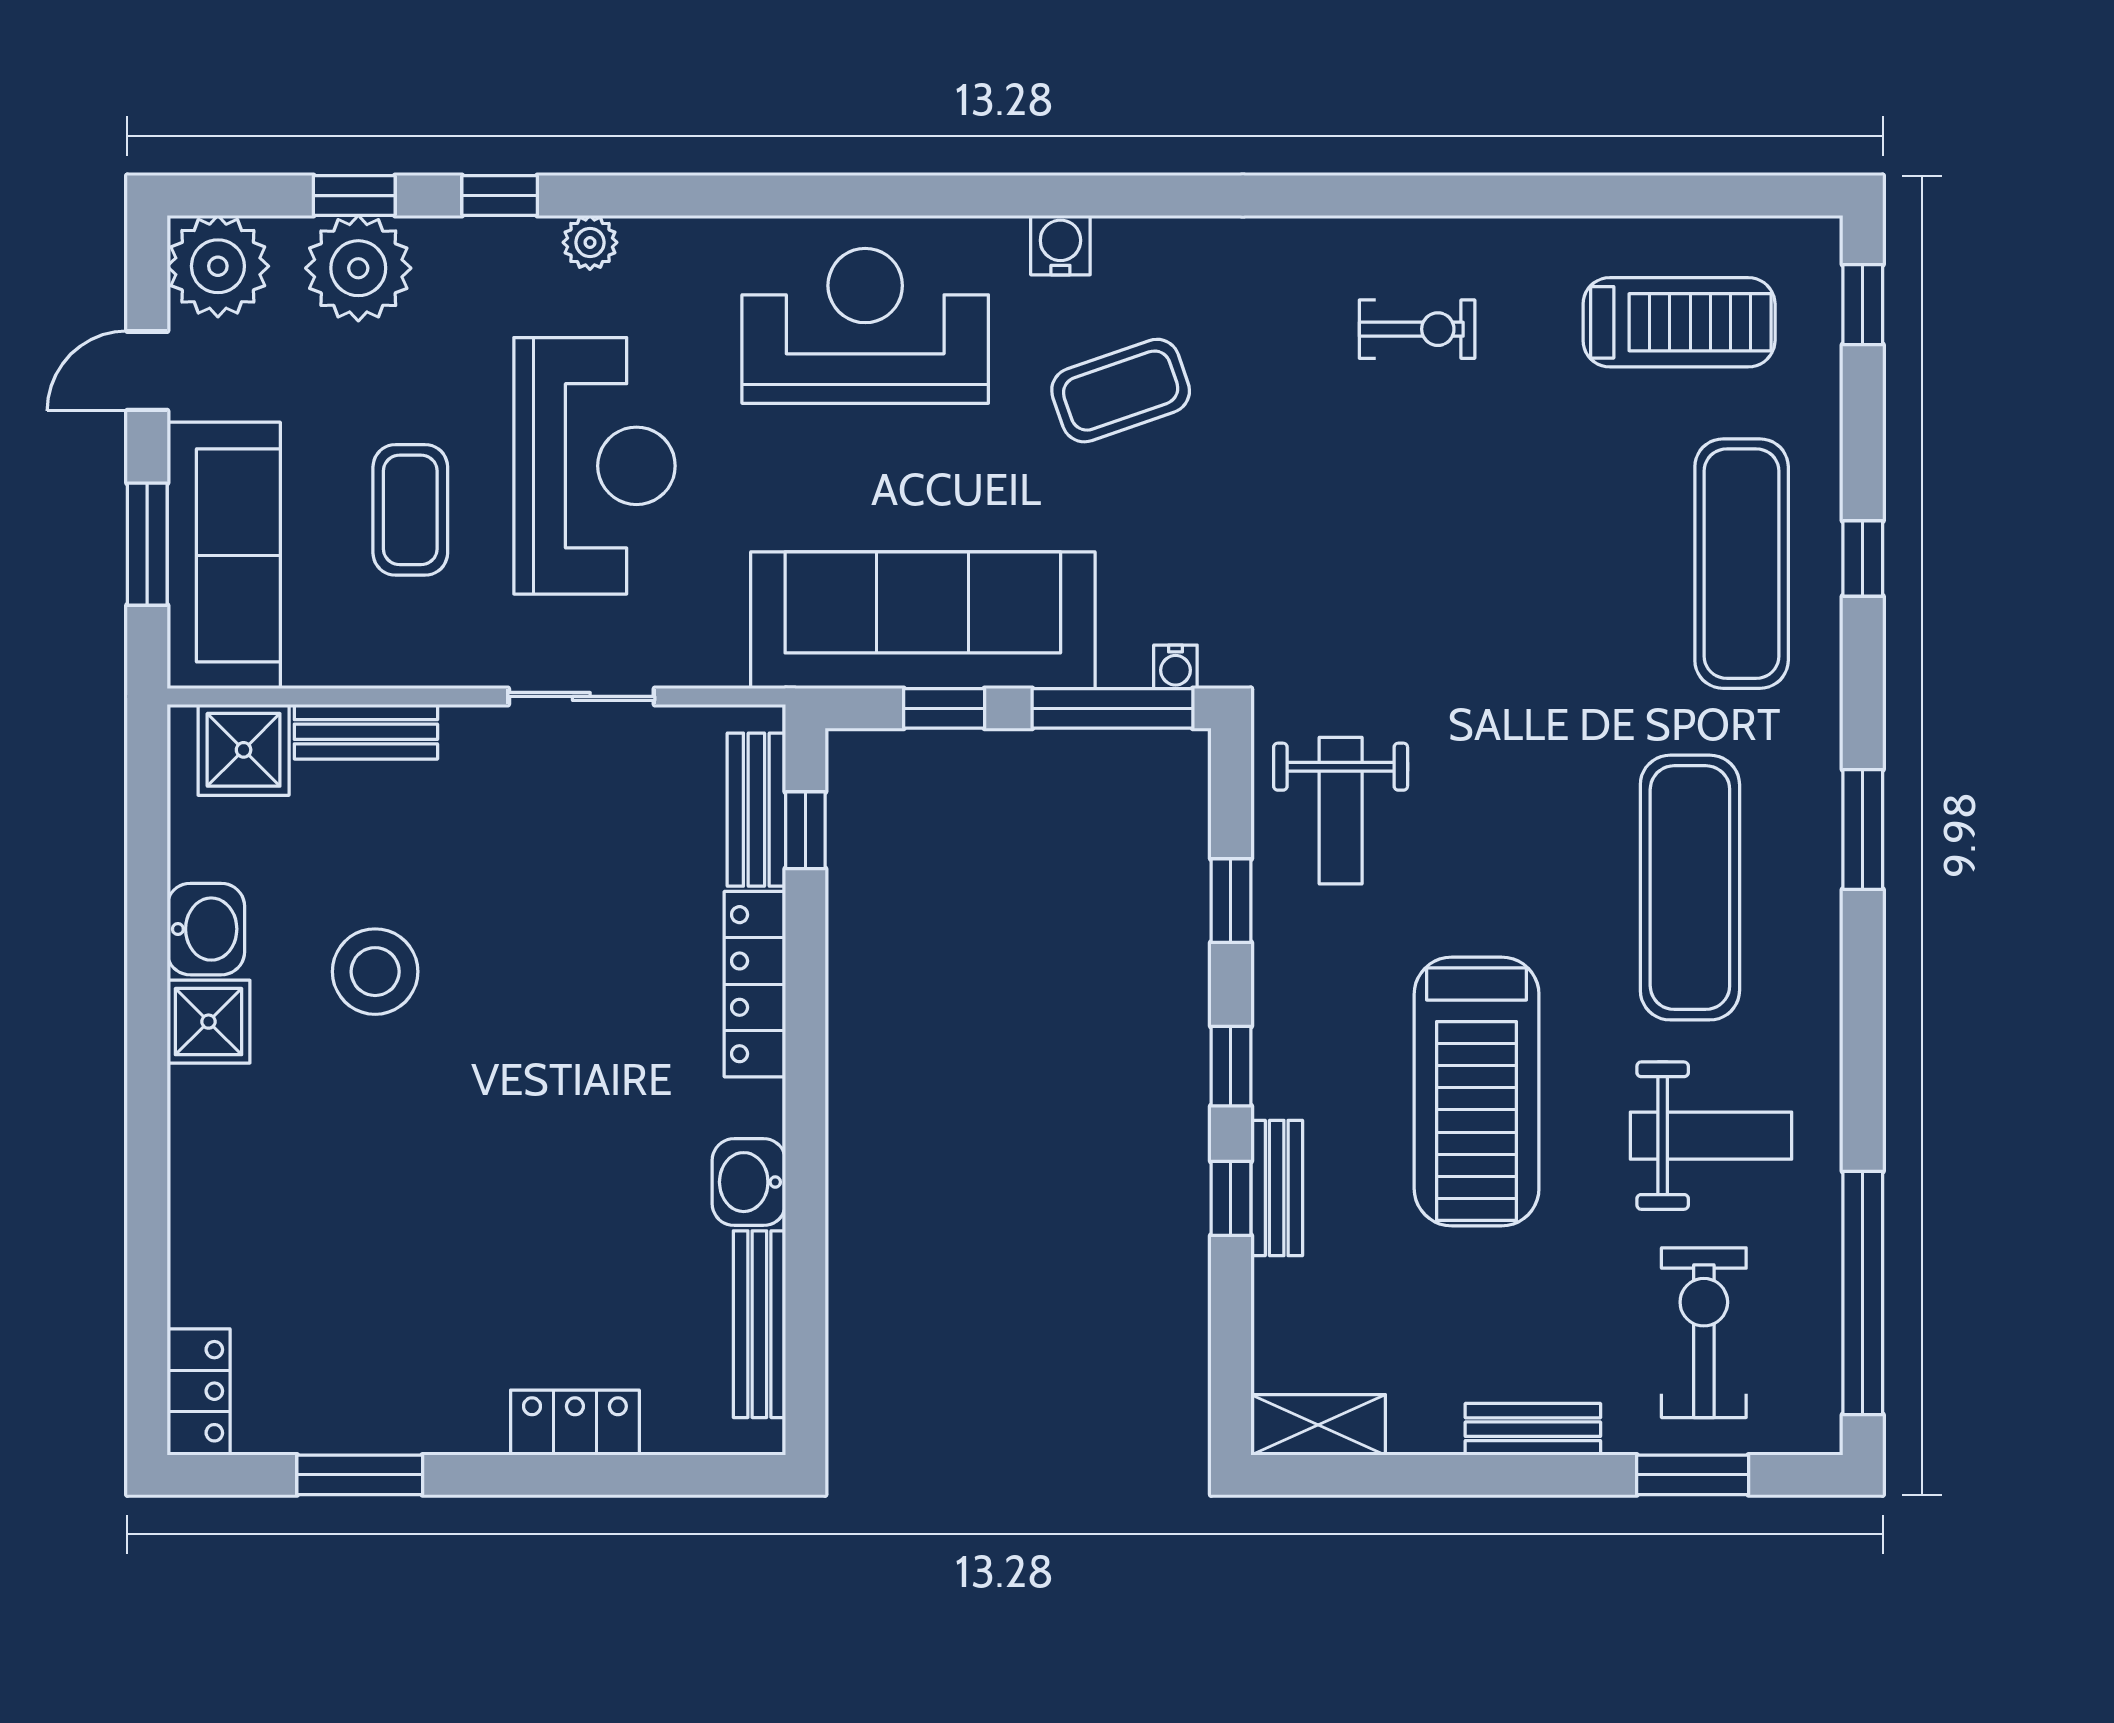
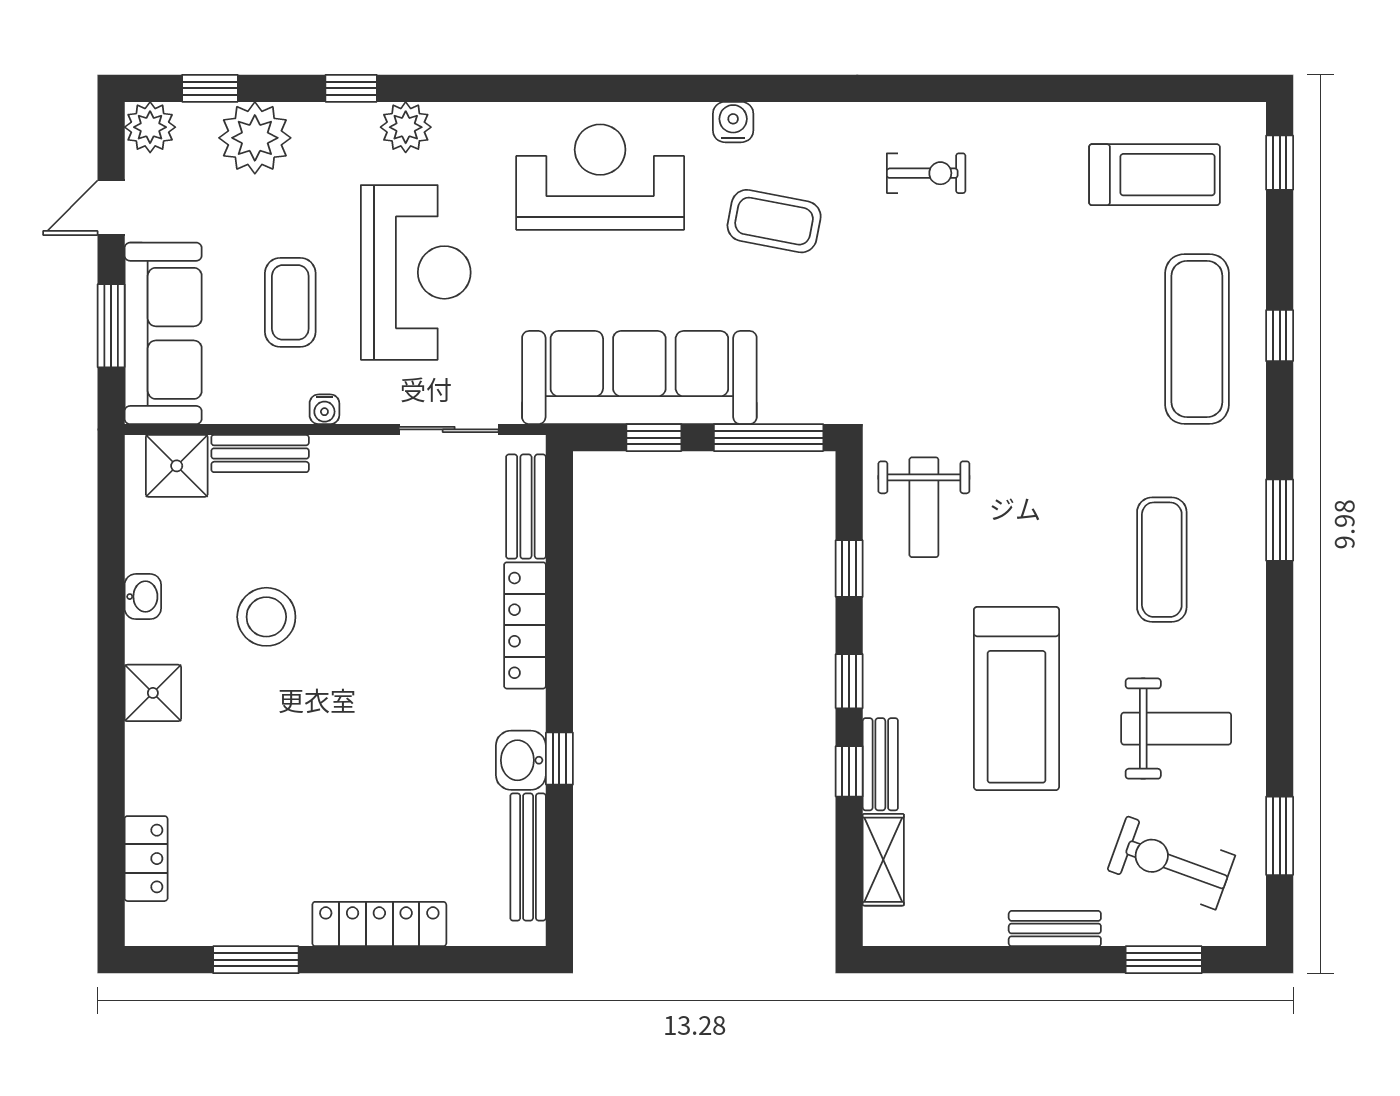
window: (354, 196) -> (210, 88), moved
plant: (590, 242) -> (406, 127), width x1.38, depth x1.38
plant: (218, 266) -> (150, 127), width x0.73, depth x0.73
exercise bike: (1417, 329) -> (926, 173), moved
coffee table: (1121, 391) -> (774, 221), turned 30
water cooler: (1175, 667) -> (324, 409), moved
sliding door: (581, 696) -> (449, 429), moved
window: (805, 830) -> (559, 759), moved
exercise mat: (1690, 888) -> (1162, 560), width x0.73, depth x0.69
washbasin: (206, 929) -> (143, 597), width x0.72, depth x0.69
shower: (208, 1022) -> (153, 693), moved
window: (1863, 1293) -> (1280, 836), width x0.47
exercise bike: (1704, 1333) -> (1171, 863), turned -70
locker: (199, 1391) -> (146, 859), moved
locker: (575, 1423) -> (379, 924), width x1.53
shelving: (1318, 1425) -> (883, 860), moved, turned 90

